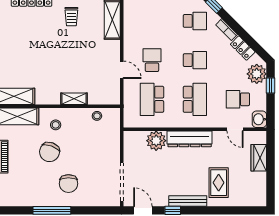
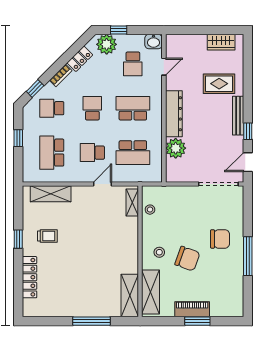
school desk: (152, 21) -> (52, 153), added
school desk: (195, 21) -> (52, 108), turned -90
shelving: (74, 99) -> (132, 203), moved
wardrobe: (259, 158) -> (221, 42), moved

